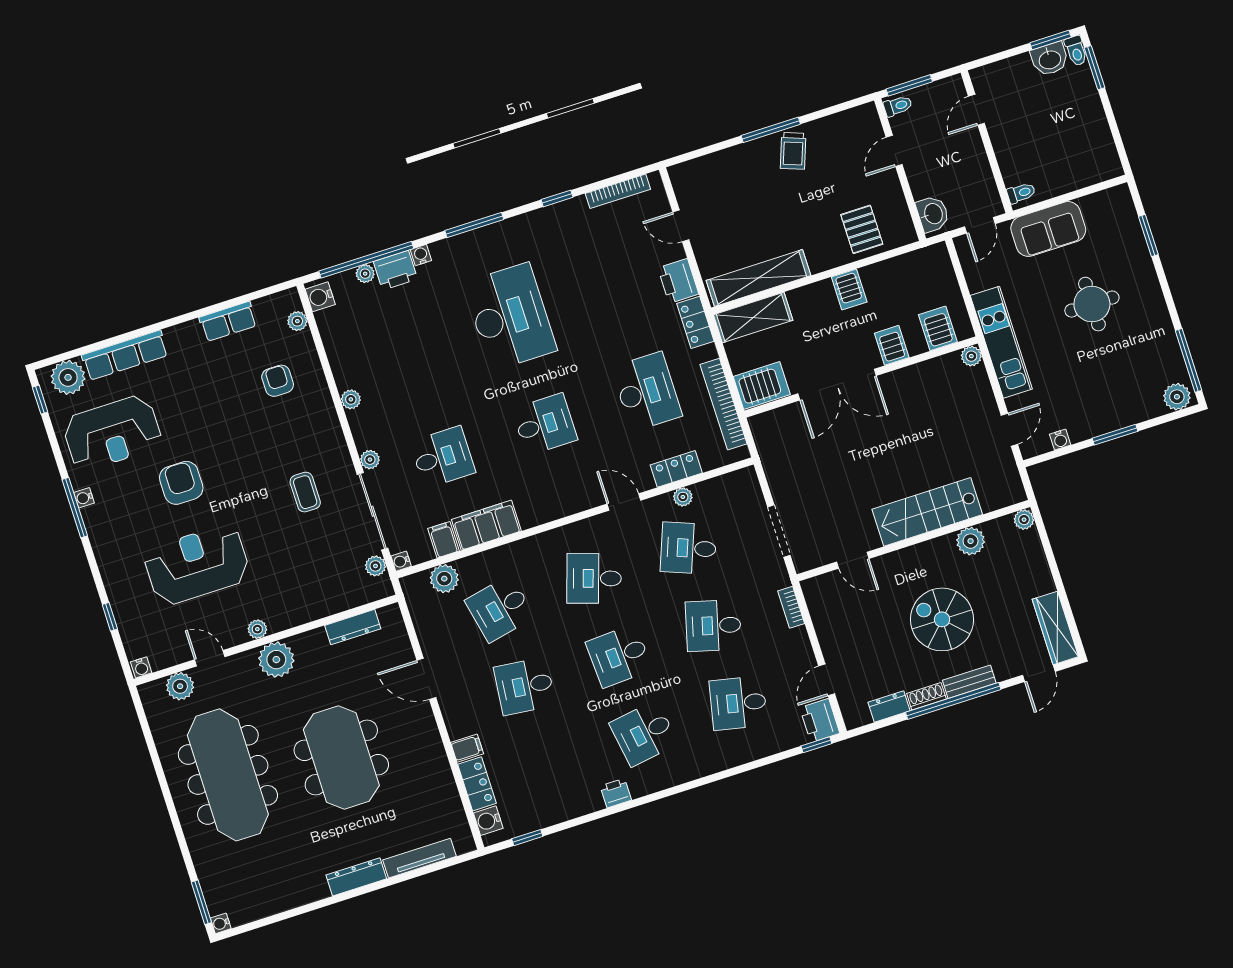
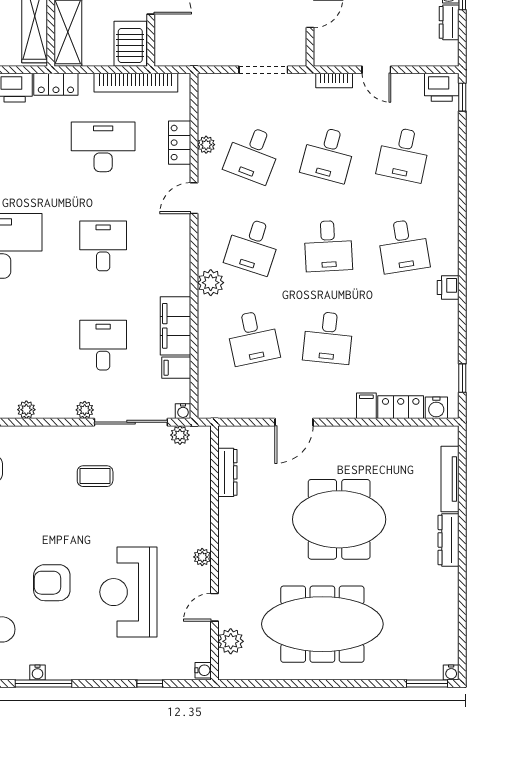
plant: (444, 579) -> (211, 283), moved
plant: (276, 660) -> (234, 549), removed
door: (827, 680) -> (376, 70), moved

